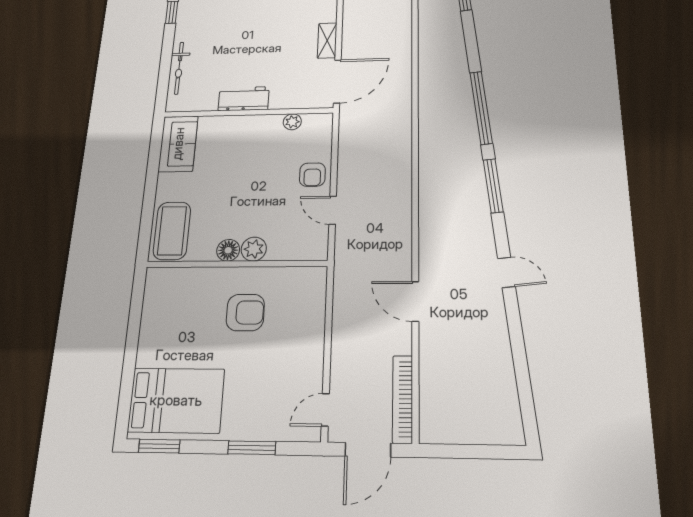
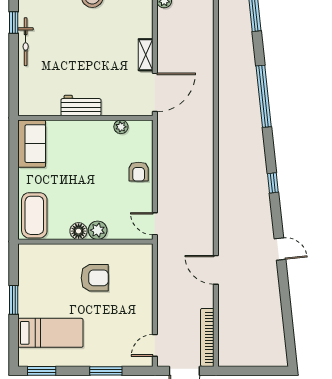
bicycle: (179, 68) -> (26, 42), moved
window: (481, 108) -> (264, 96), moved
window: (493, 186) -> (273, 183), width x0.46
door: (333, 210) -> (155, 224), moved
window: (132, 342) -> (14, 300), added
bed: (176, 400) -> (50, 333), width x0.67

